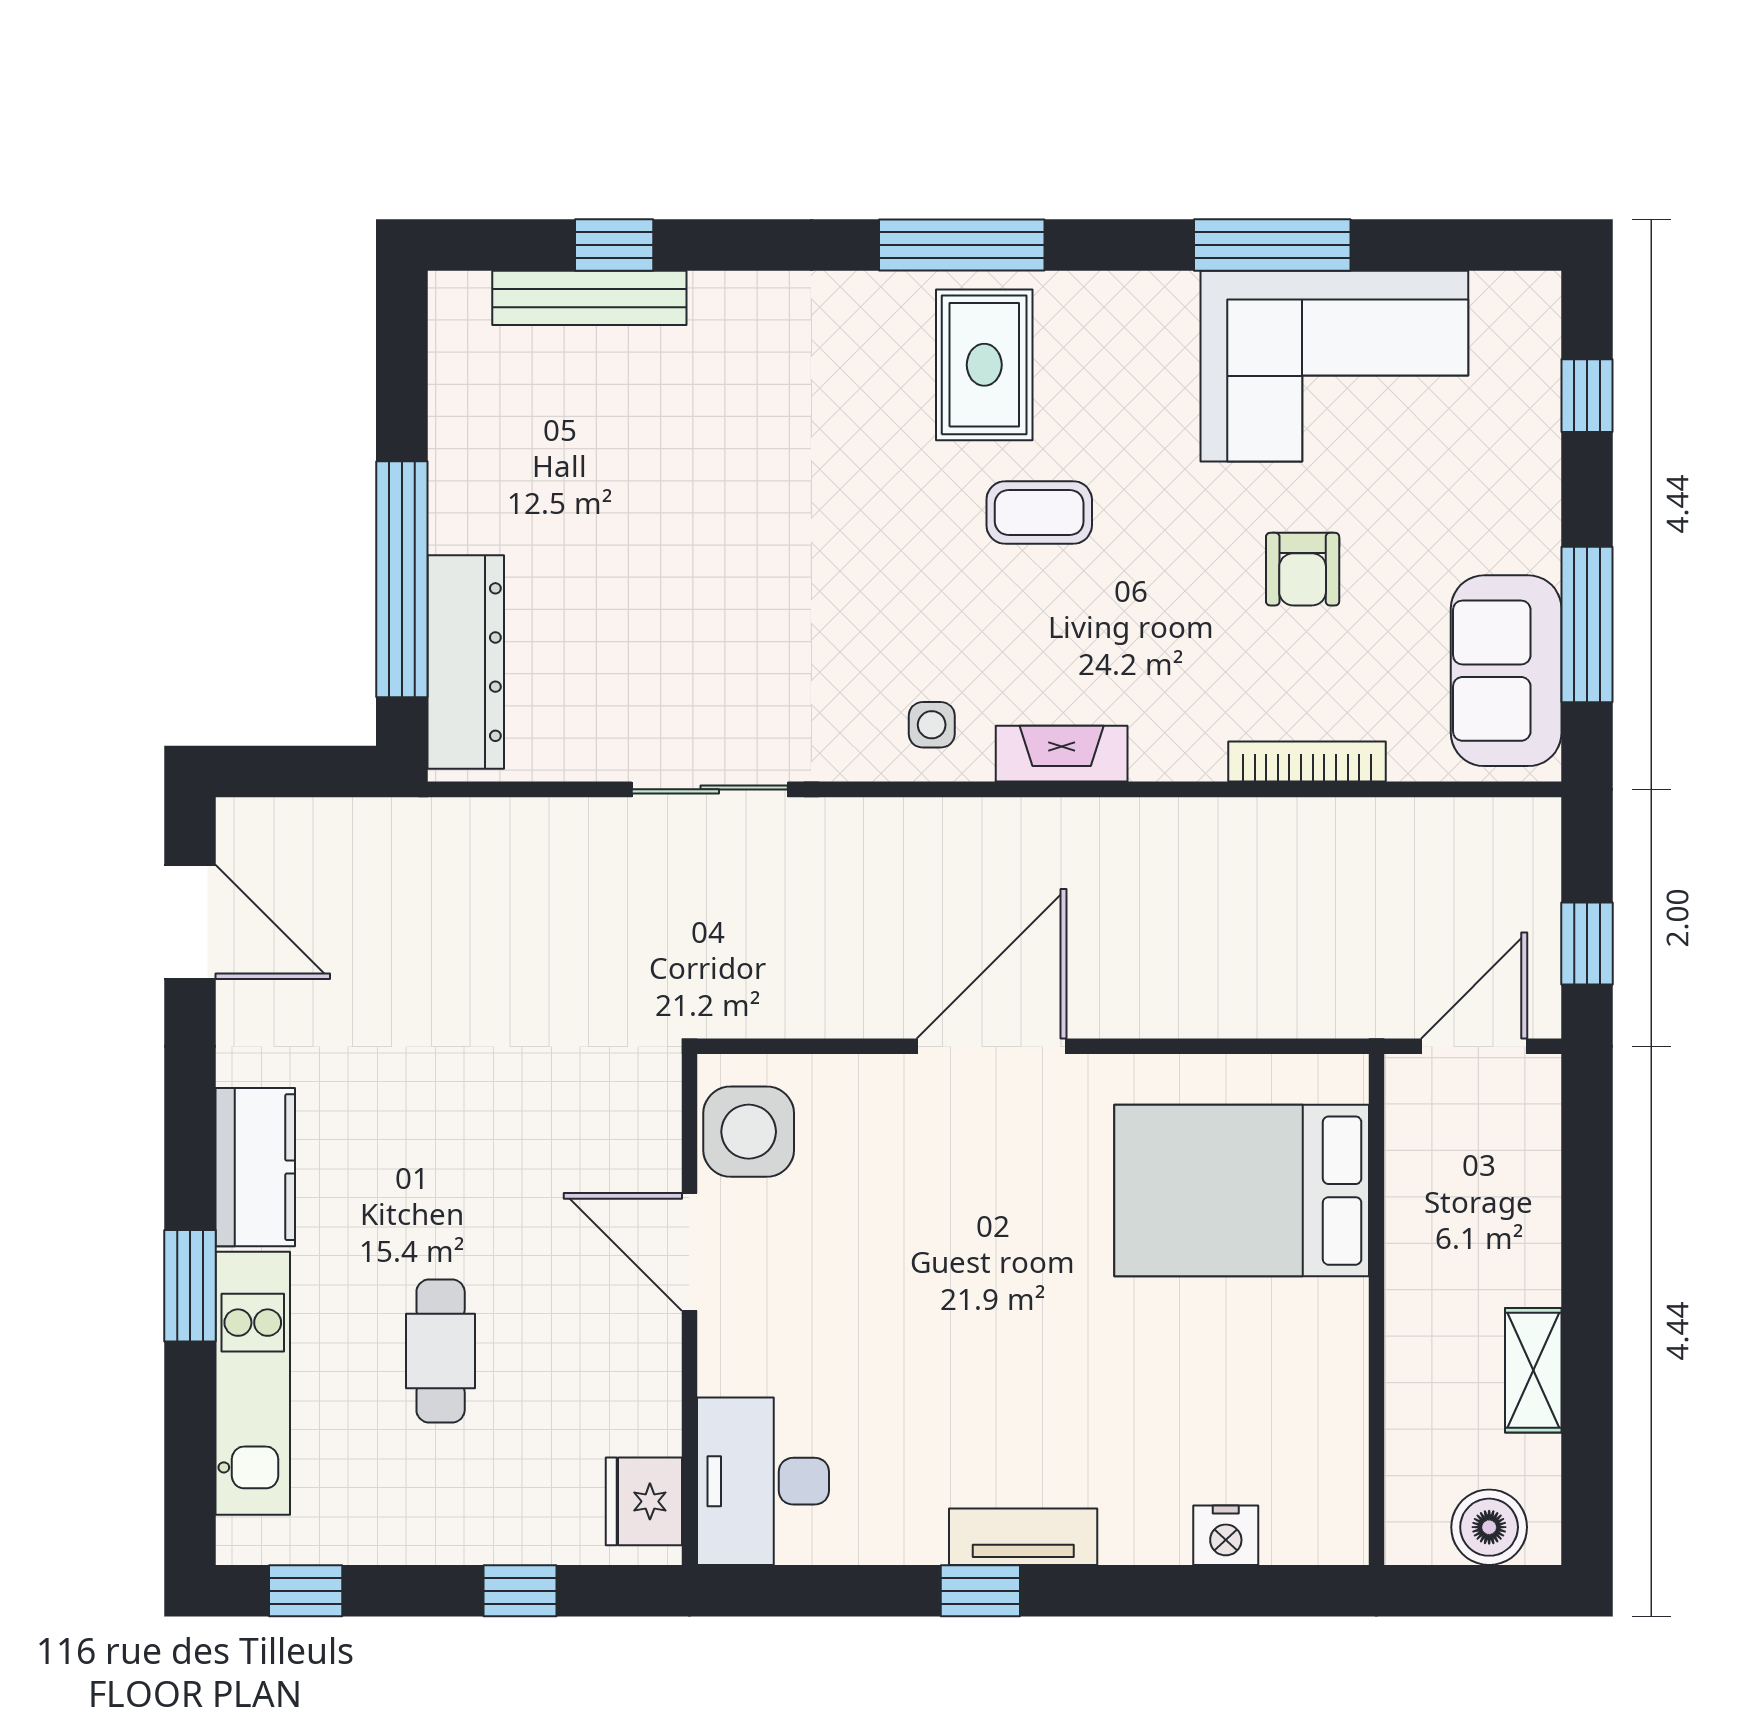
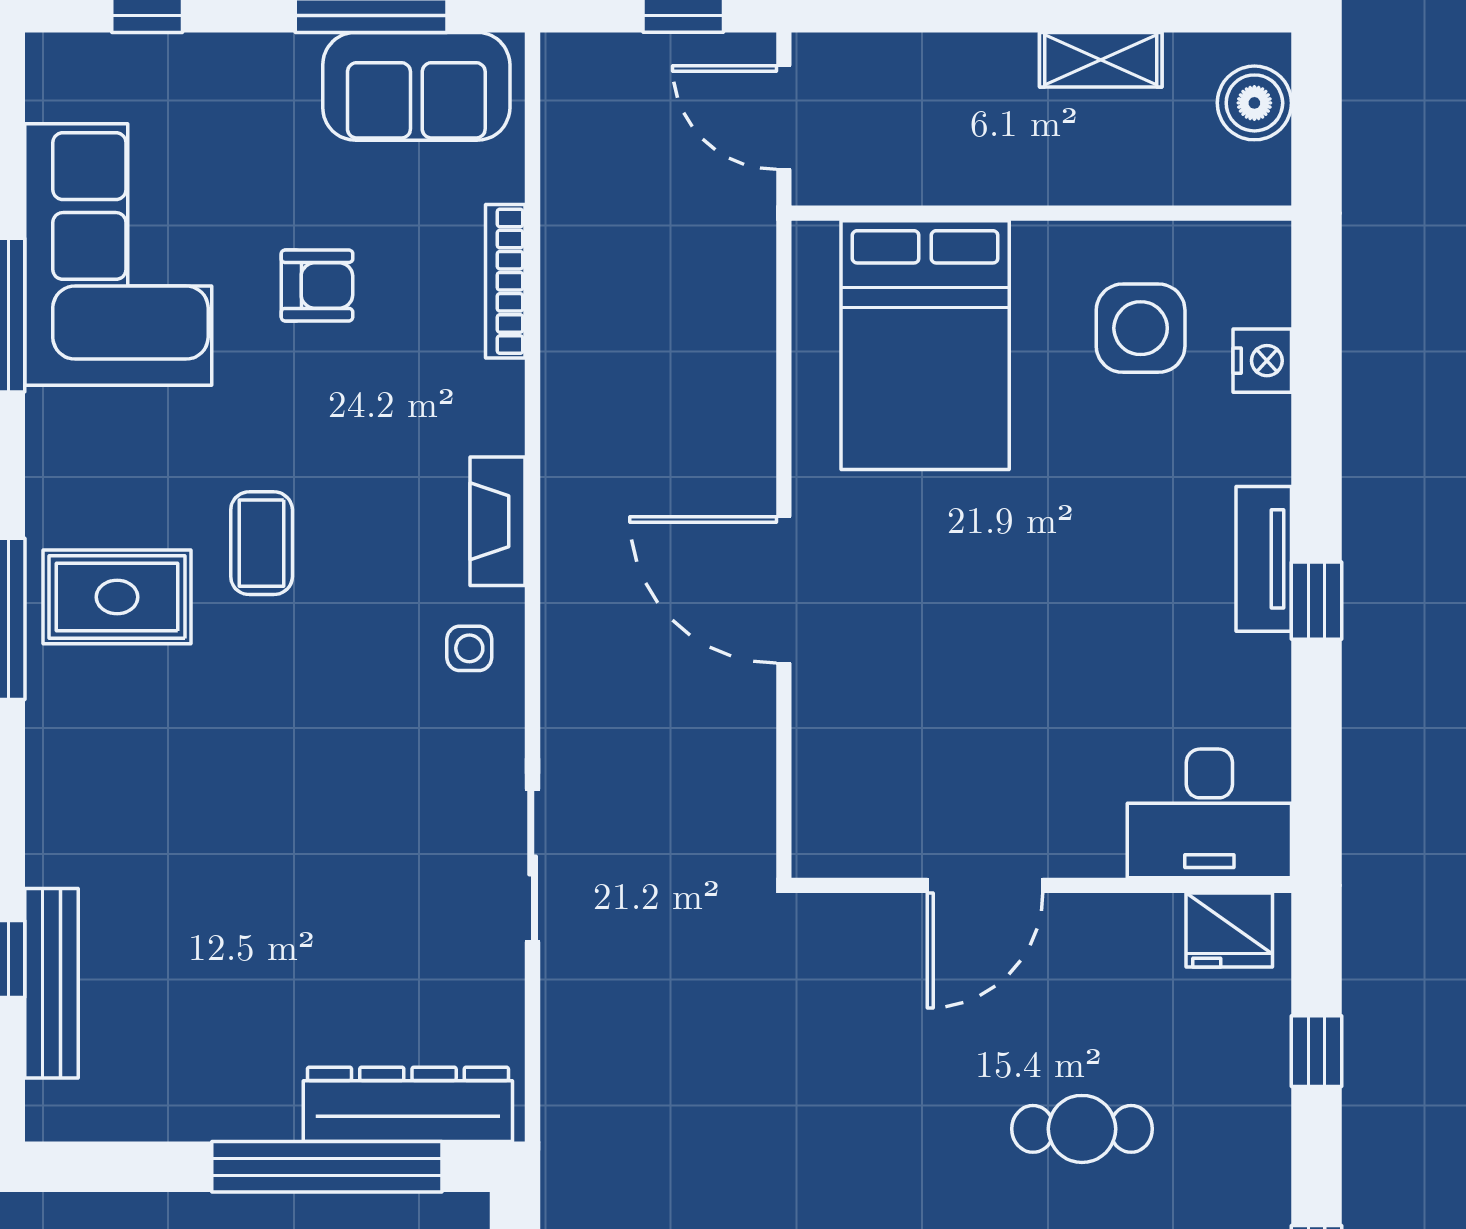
side table: (749, 1132) -> (1141, 328), moved

